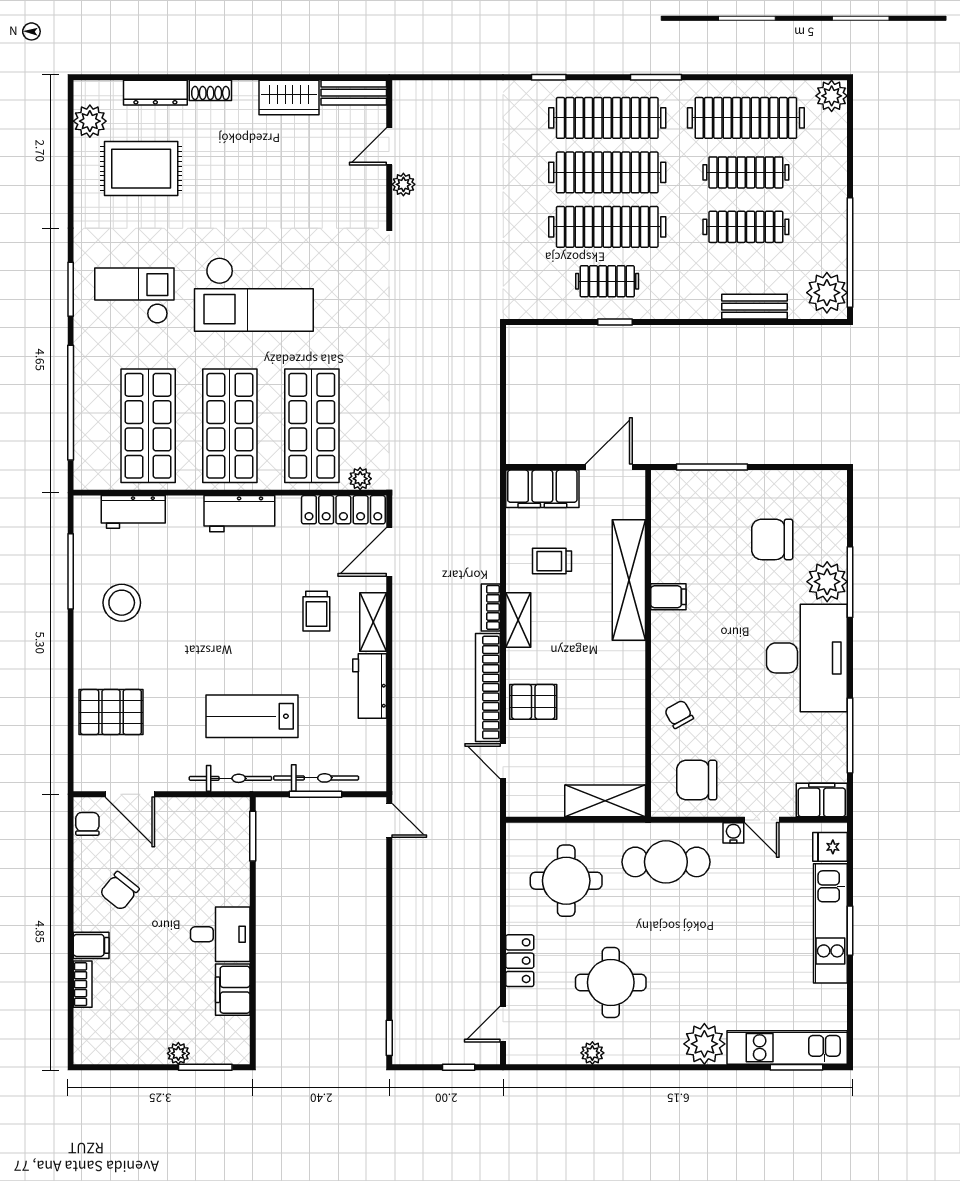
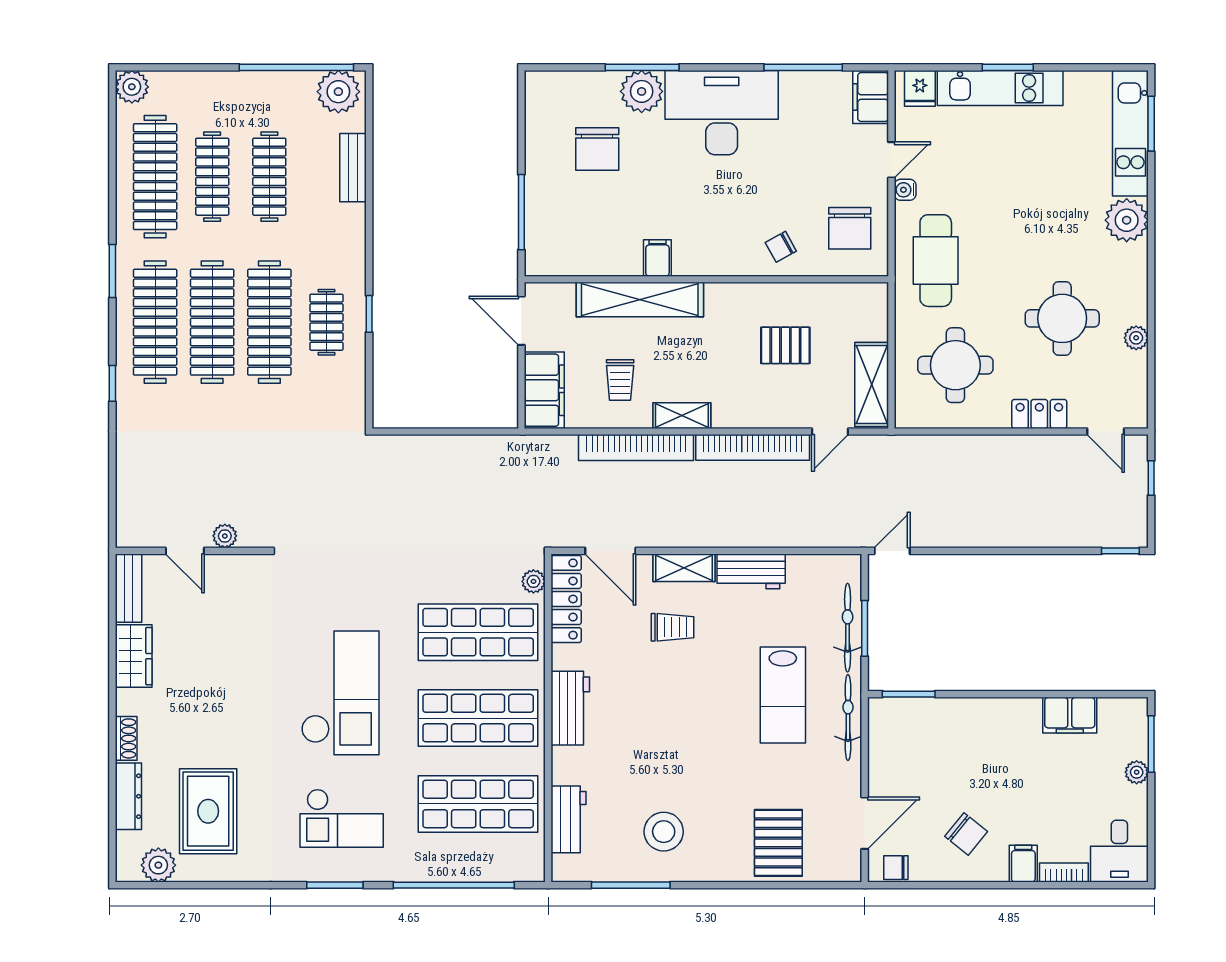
checkout: (134, 296) -> (342, 818), turned -90
bookcase: (491, 607) -> (636, 447), width x2.31, depth x1.31
pallet: (533, 702) -> (785, 345), moved, turned 90
shelving: (605, 801) -> (872, 384), moved
desk: (220, 934) -> (1119, 851), moved, turned 180

